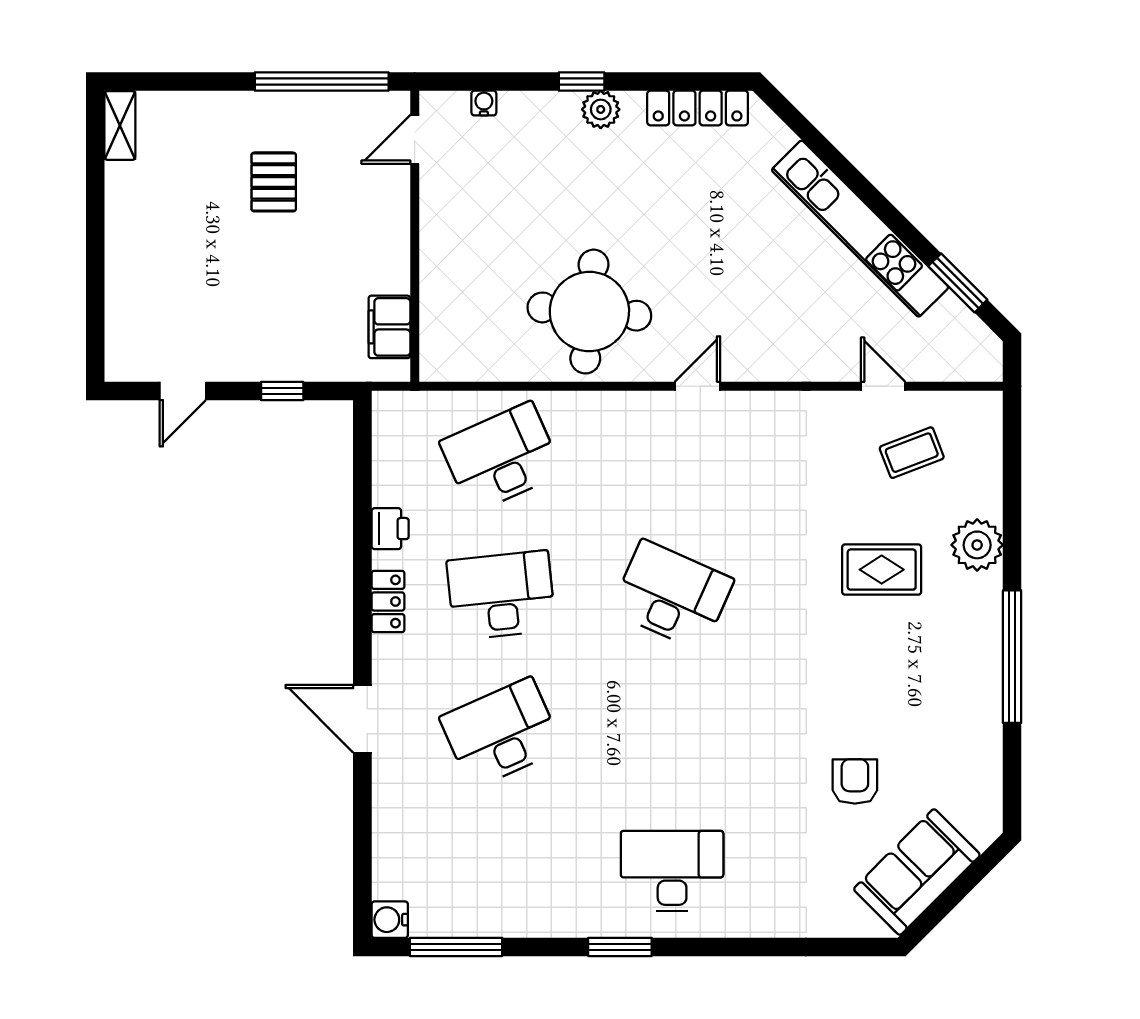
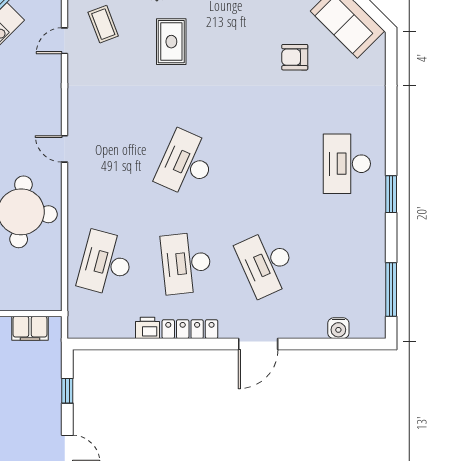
desk: (501, 457) -> (106, 263), turned 39
locker: (388, 601) -> (190, 329), width x1.53
water cooler: (390, 920) -> (338, 328), moved

